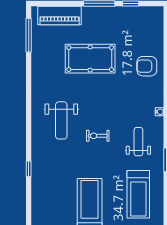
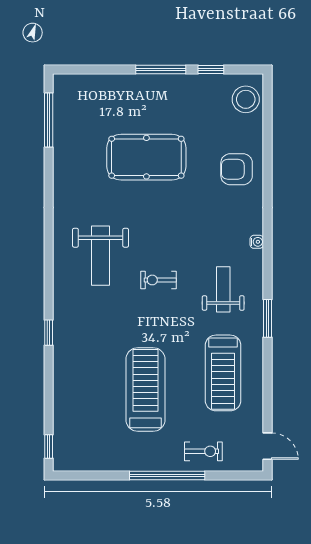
piano: (60, 15) -> (98, 89), removed
stool: (153, 22) -> (246, 99), added

